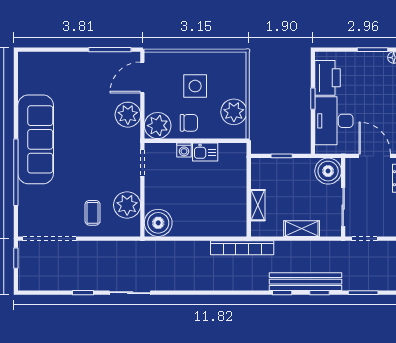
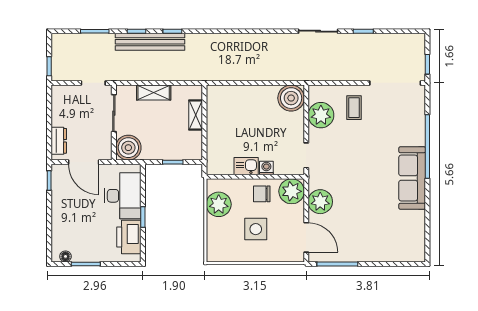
door: (142, 77) -> (306, 237), hinge flipped
sofa: (36, 139) -> (412, 178), width x0.74, depth x0.79
bookcase: (242, 248) -> (211, 74), removed

